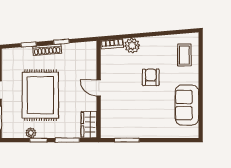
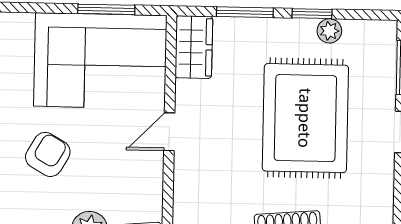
armchair: (151, 77) -> (48, 154), turned -150
door: (99, 88) -> (169, 132), swing flipped
corner sofa: (129, 118) -> (100, 61), added

